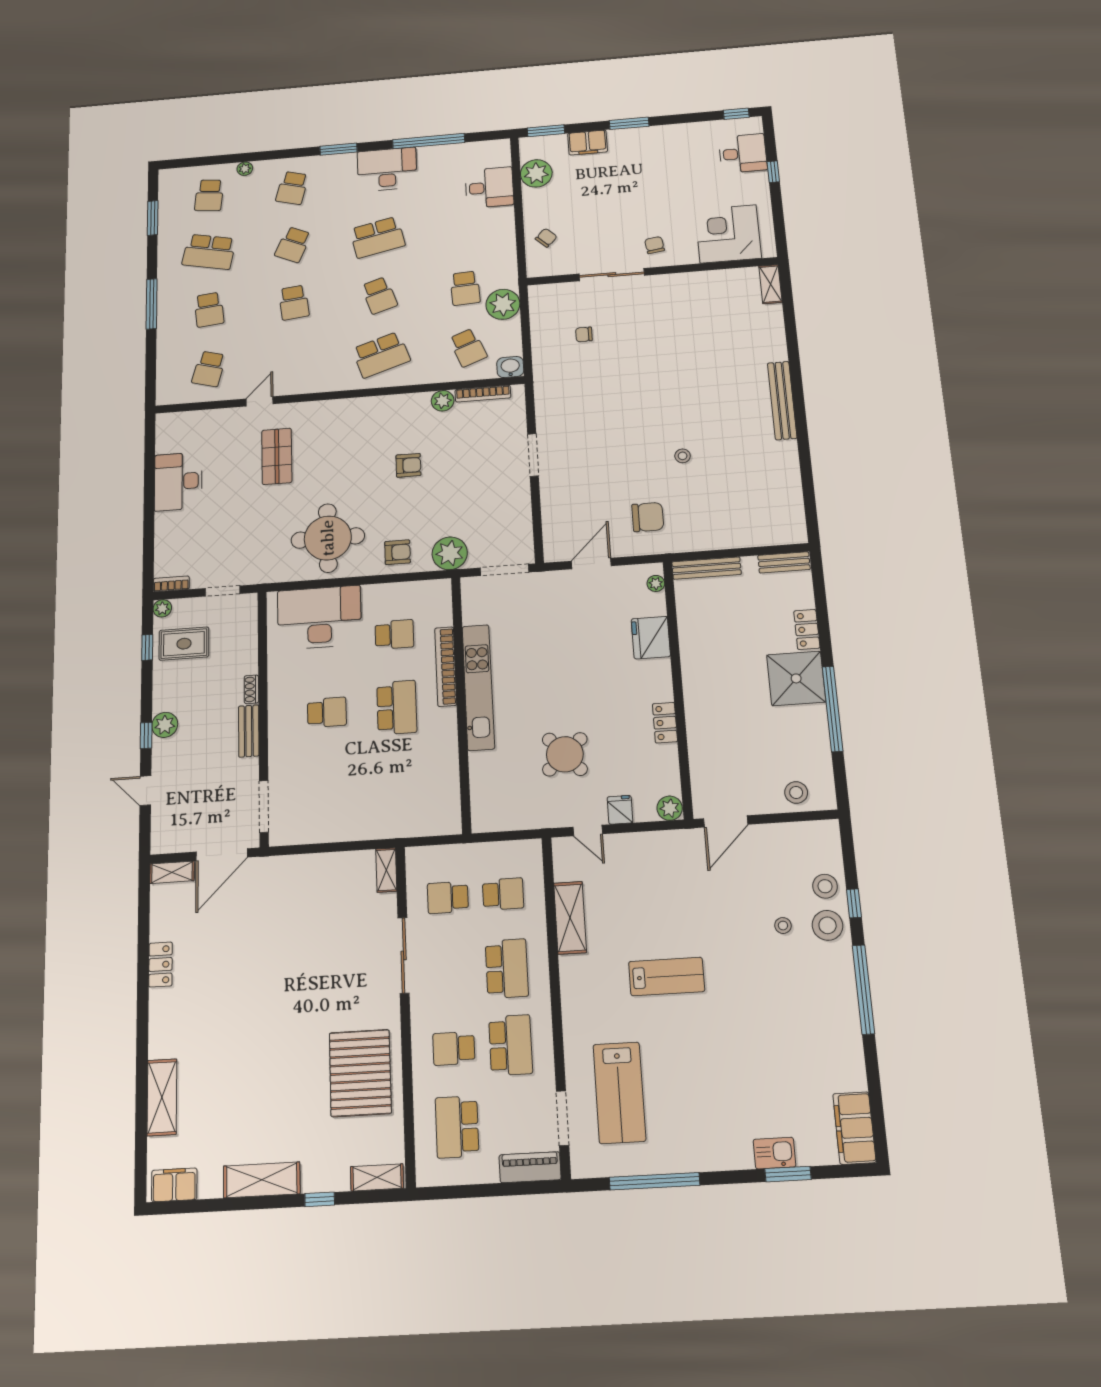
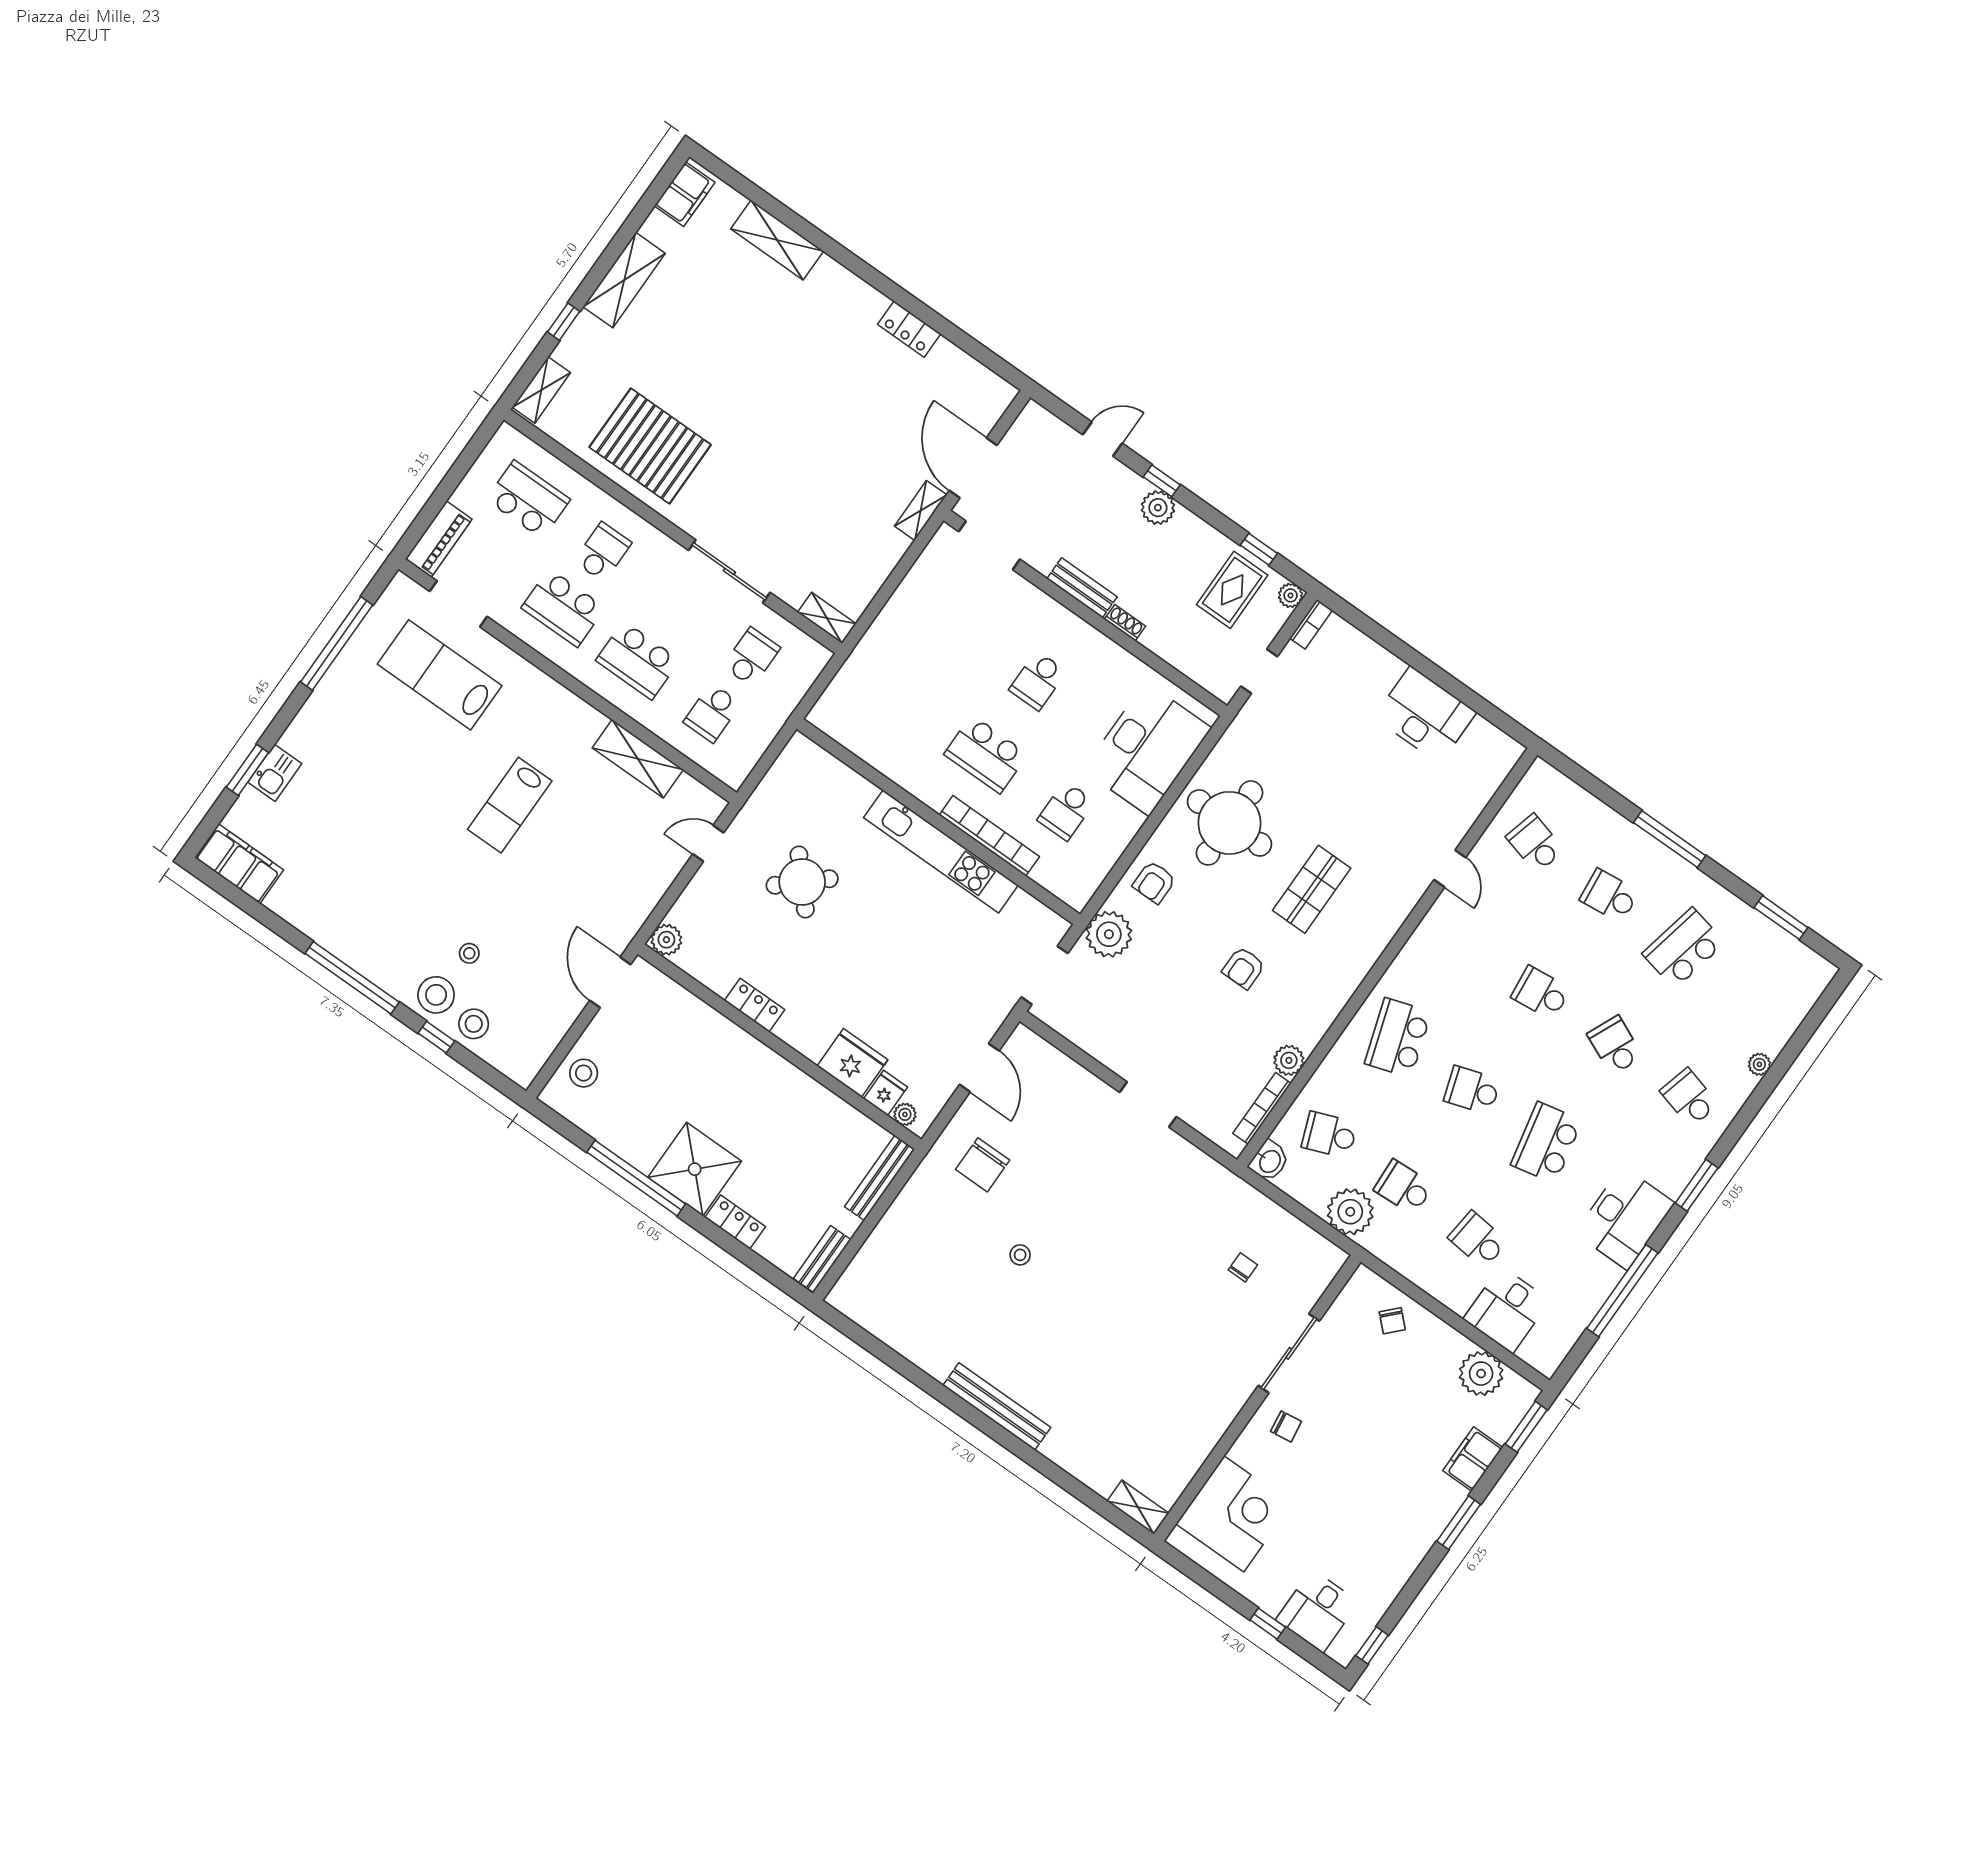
school desk: (209, 195) -> (1478, 1240), moved
shop shelf: (277, 456) -> (1312, 889), moved, turned 90
fridge: (620, 810) -> (885, 1093), moved, turned -90
shelving: (172, 872) -> (921, 510), moved

